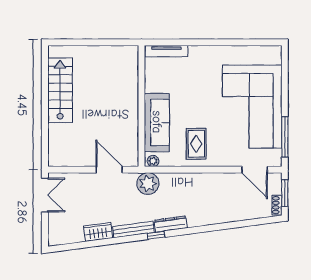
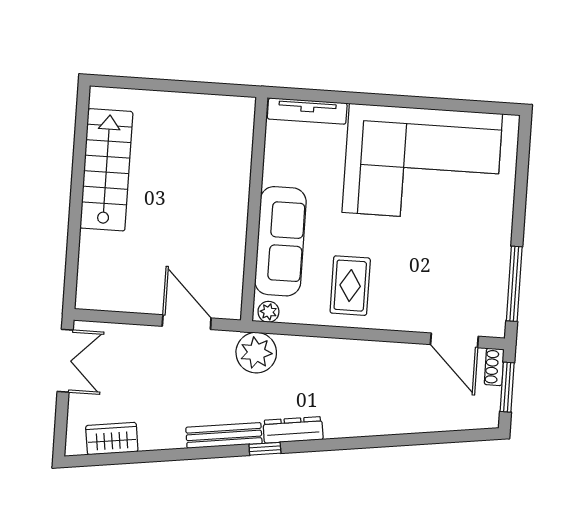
corner sofa: (252, 107) -> (422, 163), moved, turned -90
shoe rack: (277, 205) -> (494, 367), moved
wardrobe: (98, 232) -> (112, 439), moved

